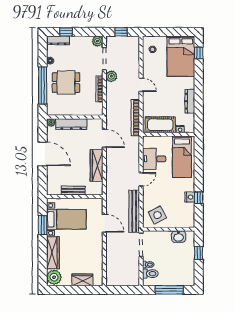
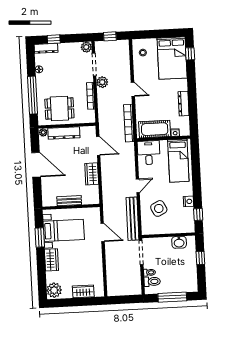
dining table: (66, 83) -> (59, 108), moved
desk: (154, 159) -> (149, 153), moved, turned 90
wardrobe: (97, 165) -> (92, 174), width x0.67
window: (199, 198) -> (198, 215), moved
side table: (157, 215) -> (159, 208), moved
wardrobe: (53, 253) -> (51, 260), width x0.67

